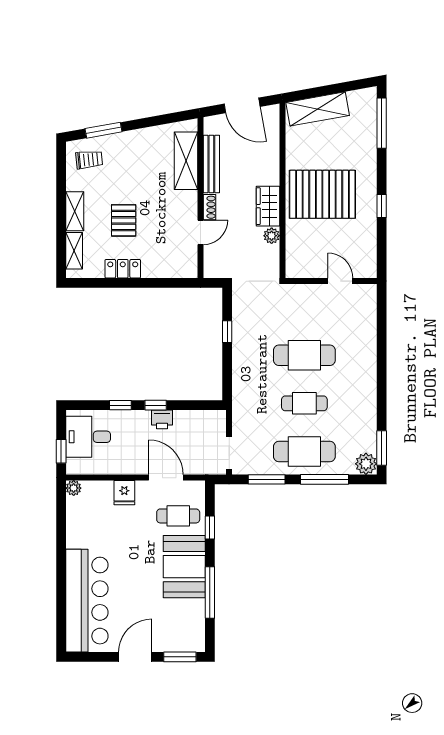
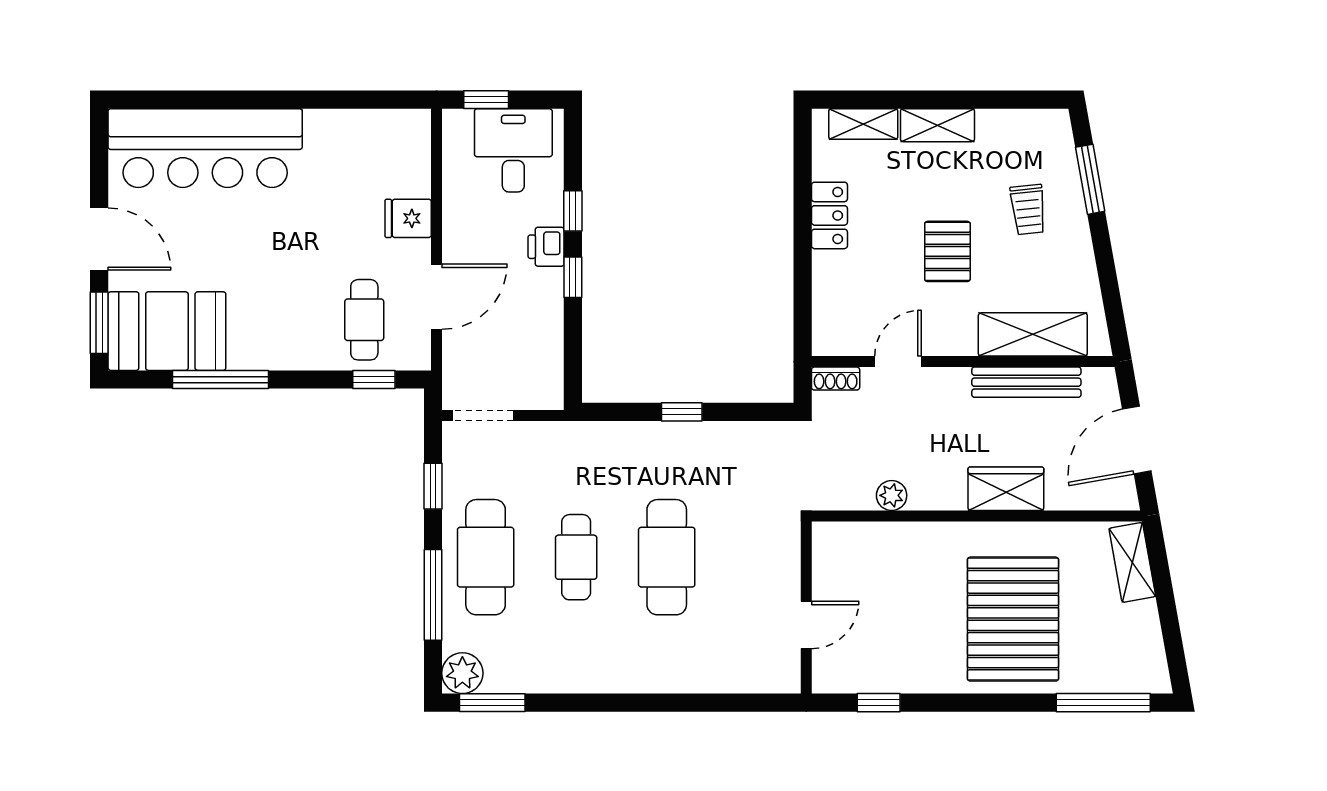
shelving: (318, 109) -> (1132, 562), width x0.67, depth x0.75
trolley: (89, 160) -> (1028, 209), moved
pallet: (322, 194) -> (1013, 619), moved
wardrobe: (268, 206) -> (1006, 489), moved
window: (382, 206) -> (879, 703), moved
shoe rack: (209, 207) -> (836, 379), moved
pallet: (124, 220) -> (947, 251), moved, turned 90
door: (200, 232) -> (898, 362), swing flipped
window: (227, 332) -> (682, 412), moved
printer: (162, 419) -> (546, 247), moved
window: (267, 479) -> (433, 486), width x0.67
plant: (74, 488) -> (417, 123), removed
window: (210, 527) -> (374, 380), moved
booth: (184, 567) -> (167, 331), moved

